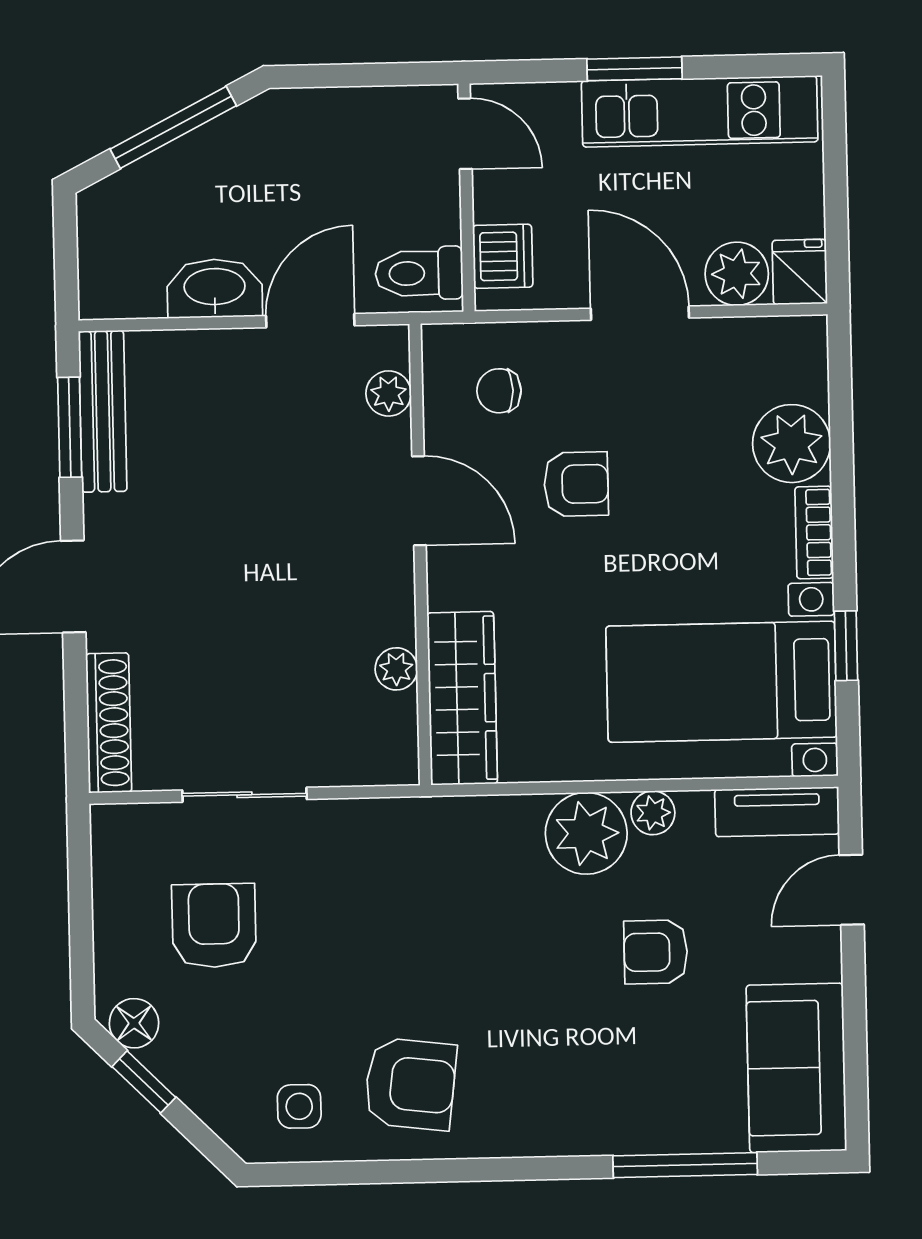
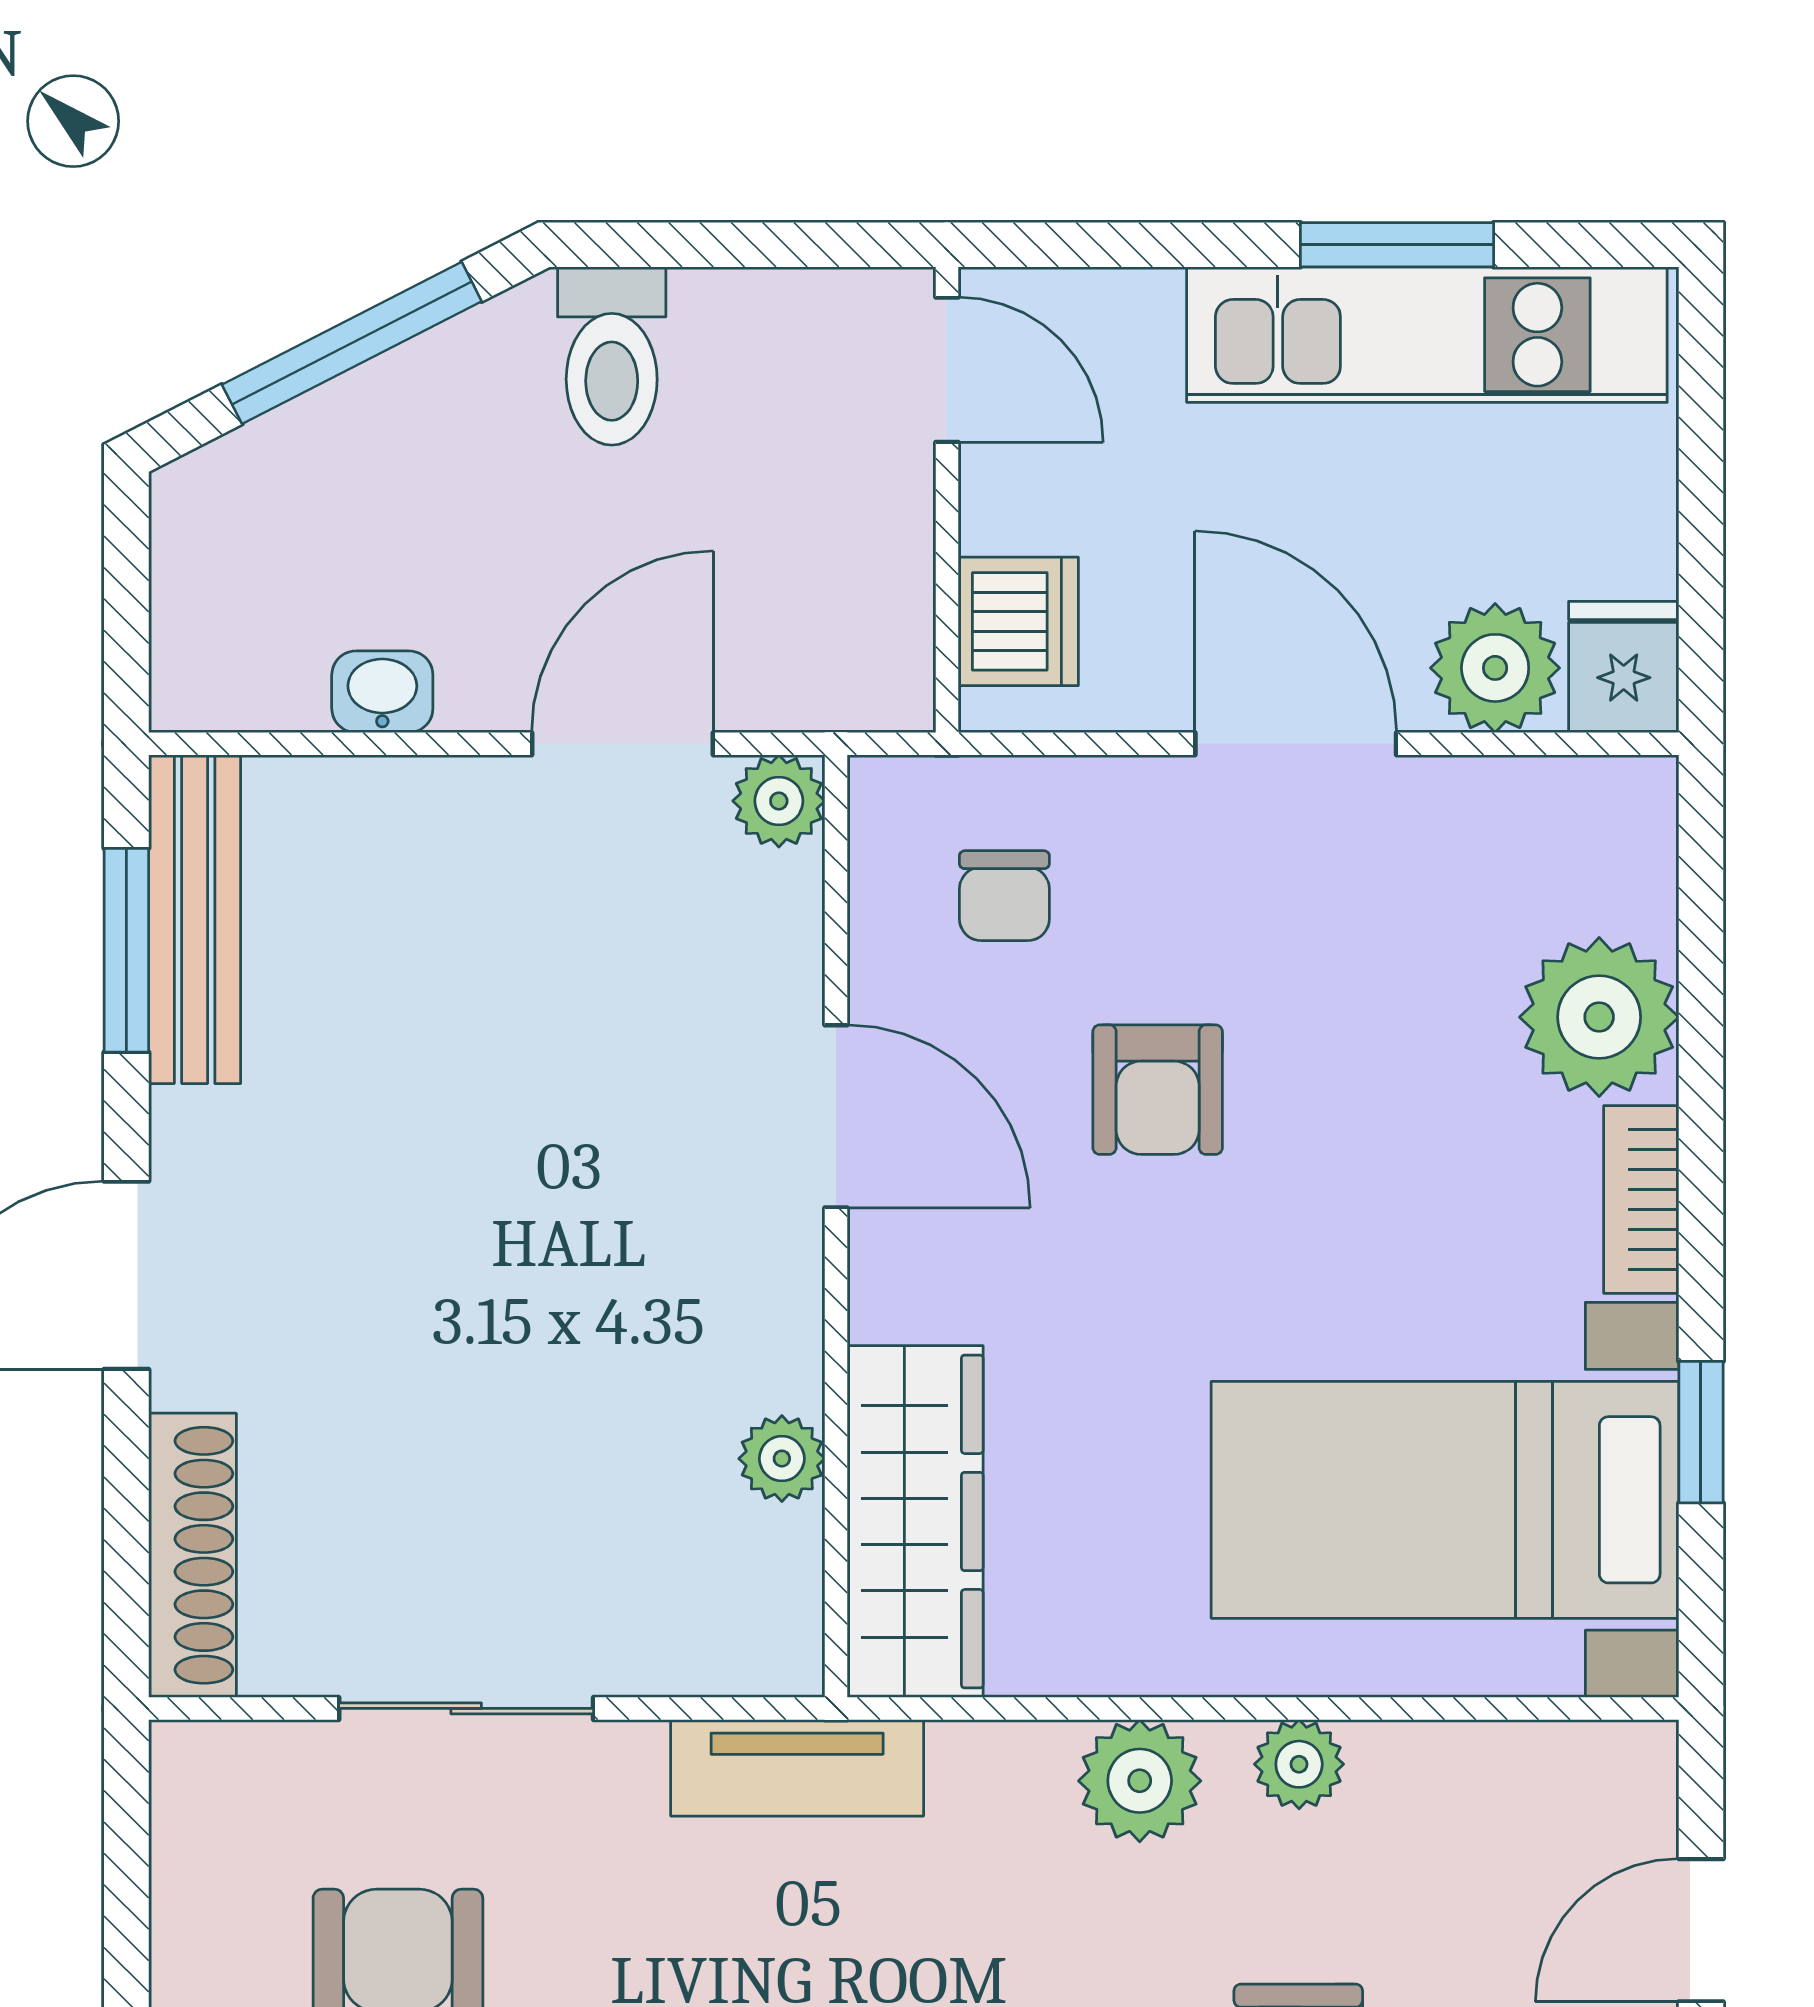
window: (635, 69) -> (1397, 245), moved
toilet: (419, 273) -> (612, 356), moved, turned -90
washbasin: (215, 288) -> (382, 692), width x0.52, depth x0.69
chair: (499, 391) -> (1004, 896), turned -90
plant: (389, 393) -> (779, 801), moved
armchair: (576, 484) -> (1158, 1090), turned 90
tv unit: (777, 812) -> (797, 1768), moved
plant: (586, 833) -> (1140, 1781), width x0.73, depth x0.73

